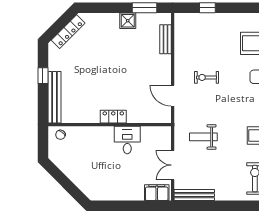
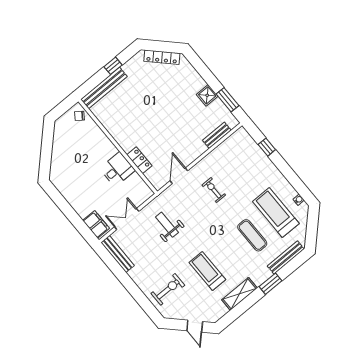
locker: (113, 117) -> (139, 160), moved

